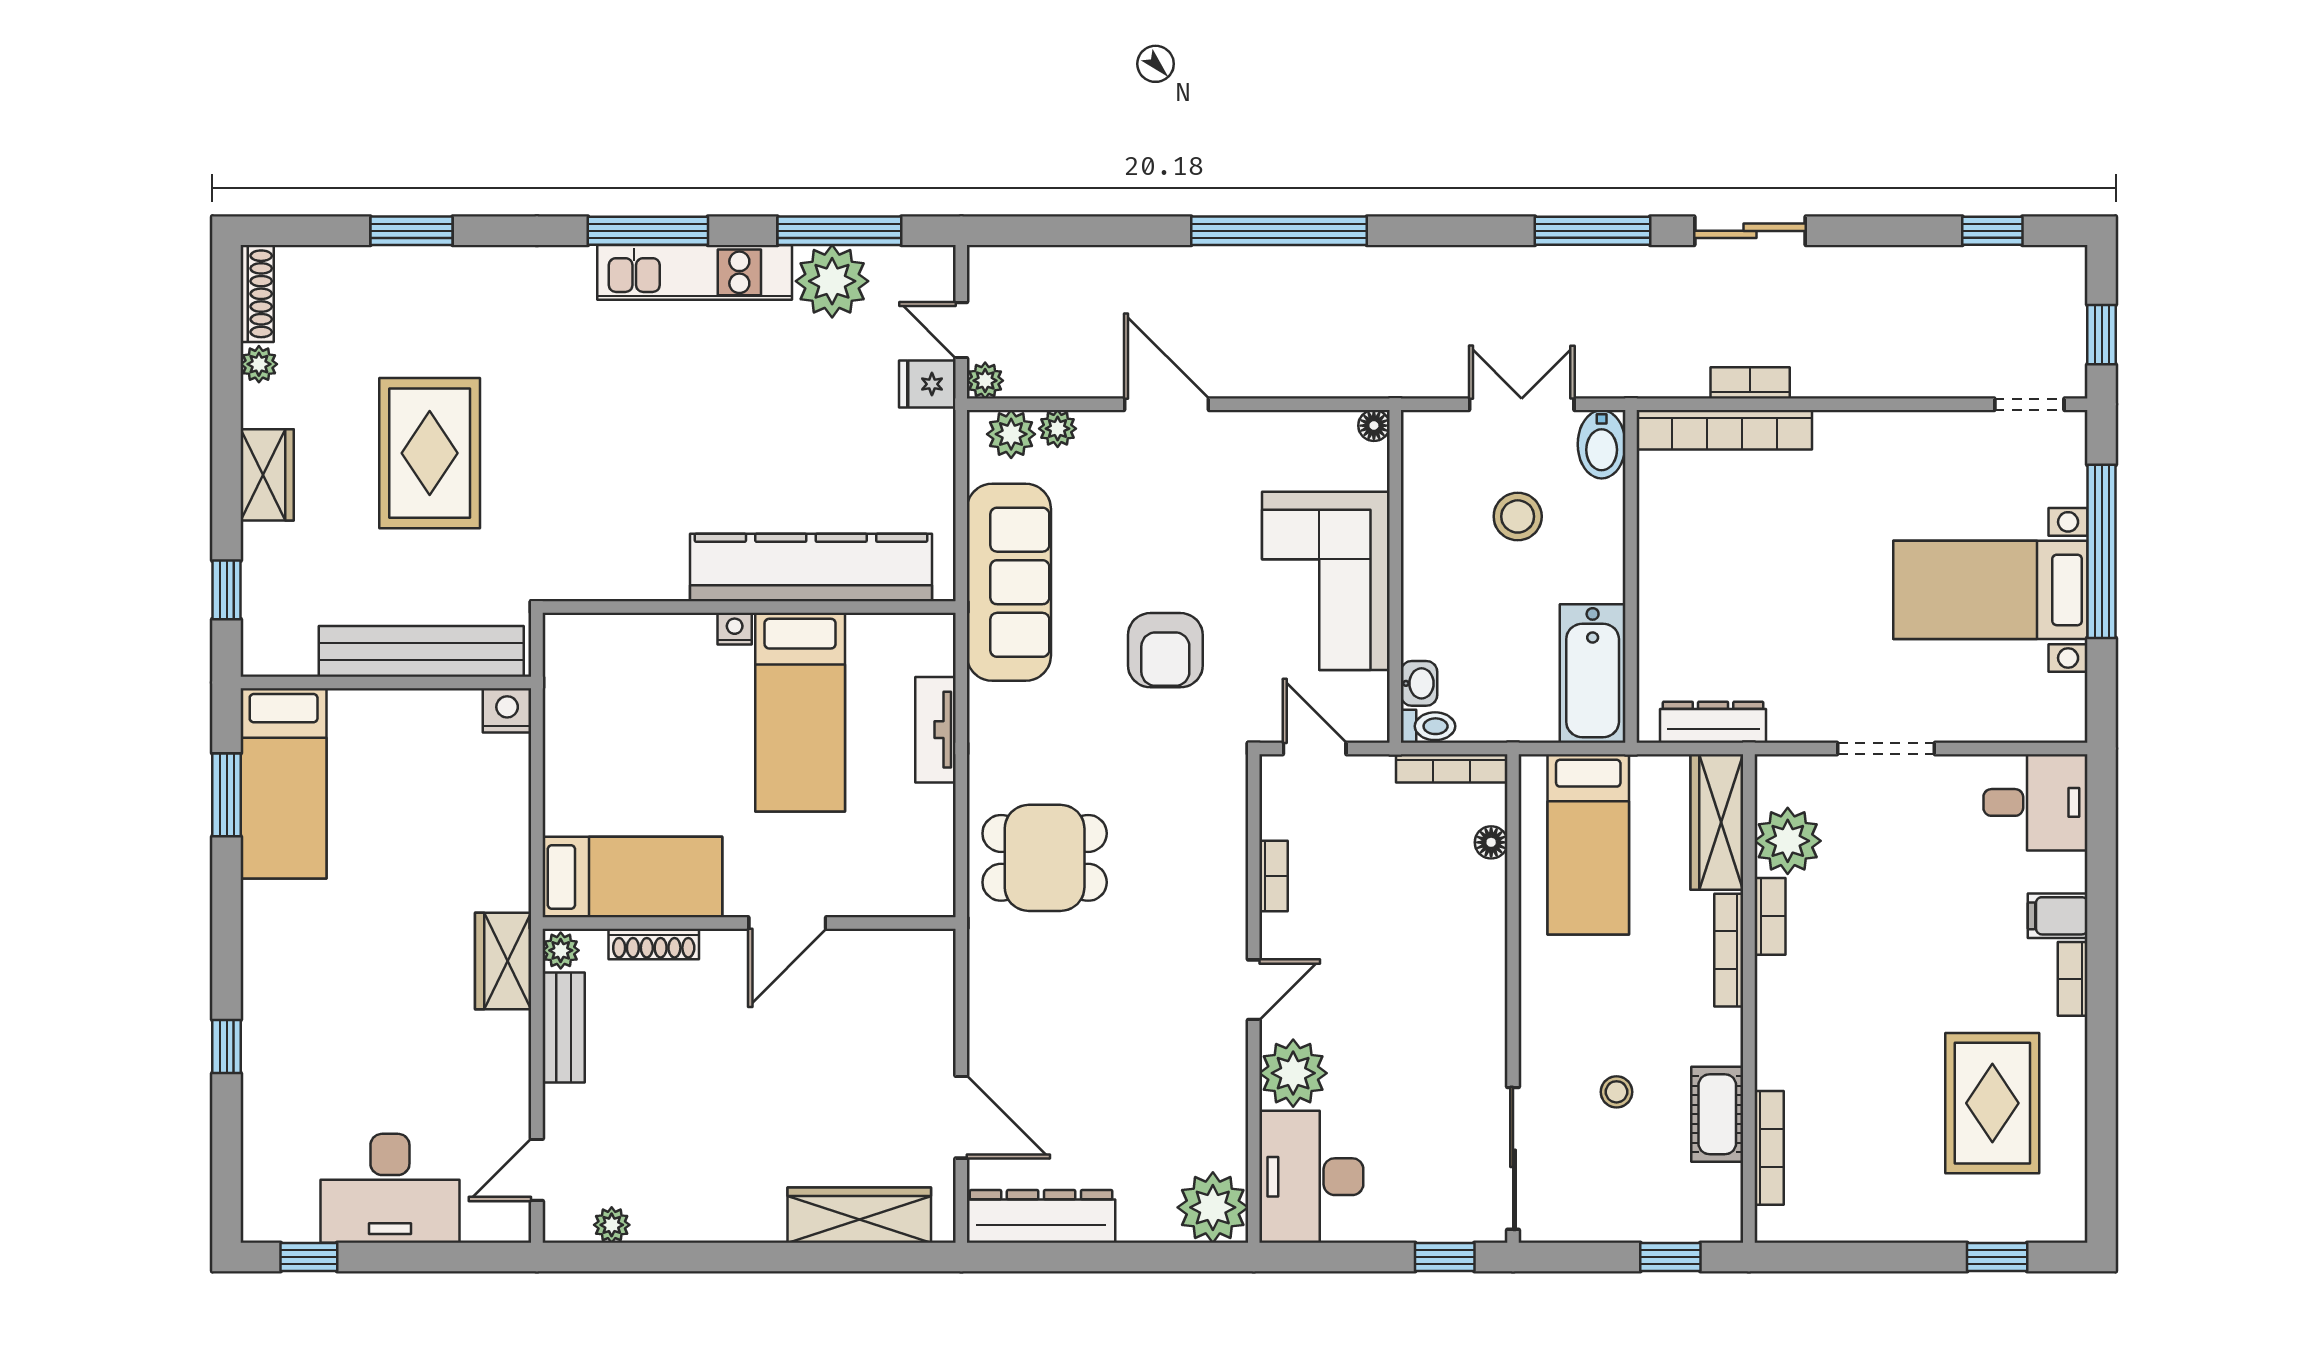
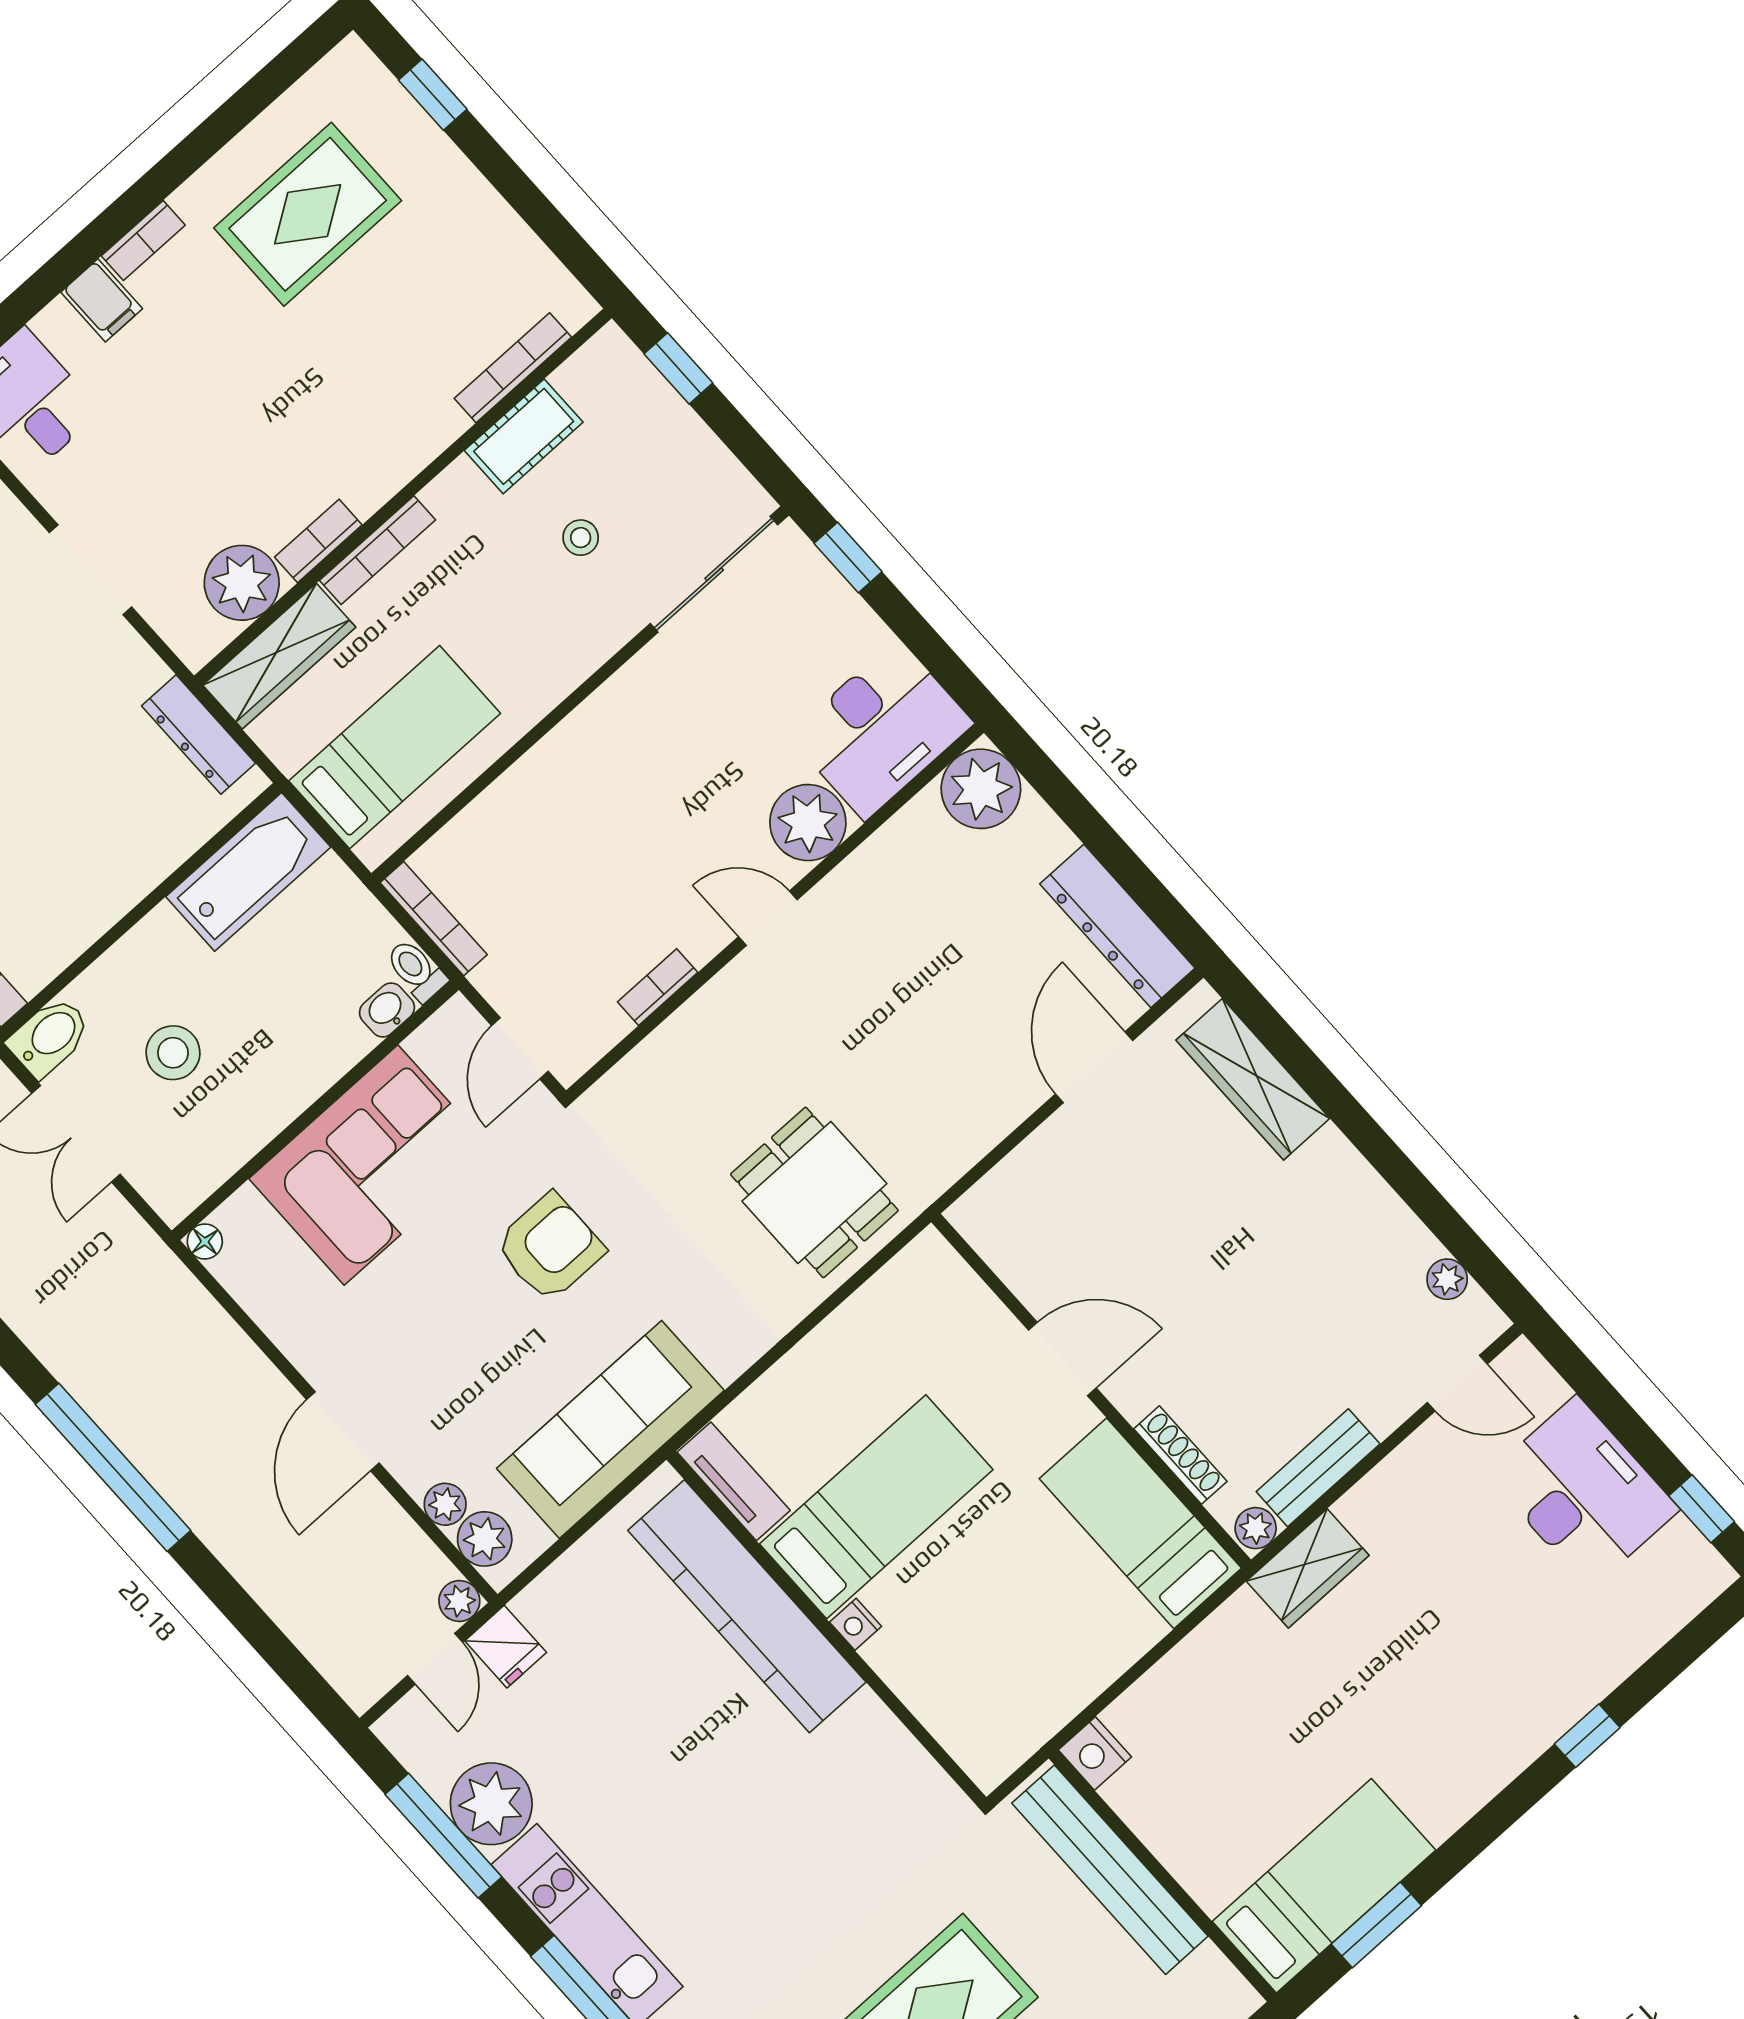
tv unit: (935, 730) -> (734, 1481), moved, turned -90
floor lamp: (1491, 842) -> (466, 830), removed

